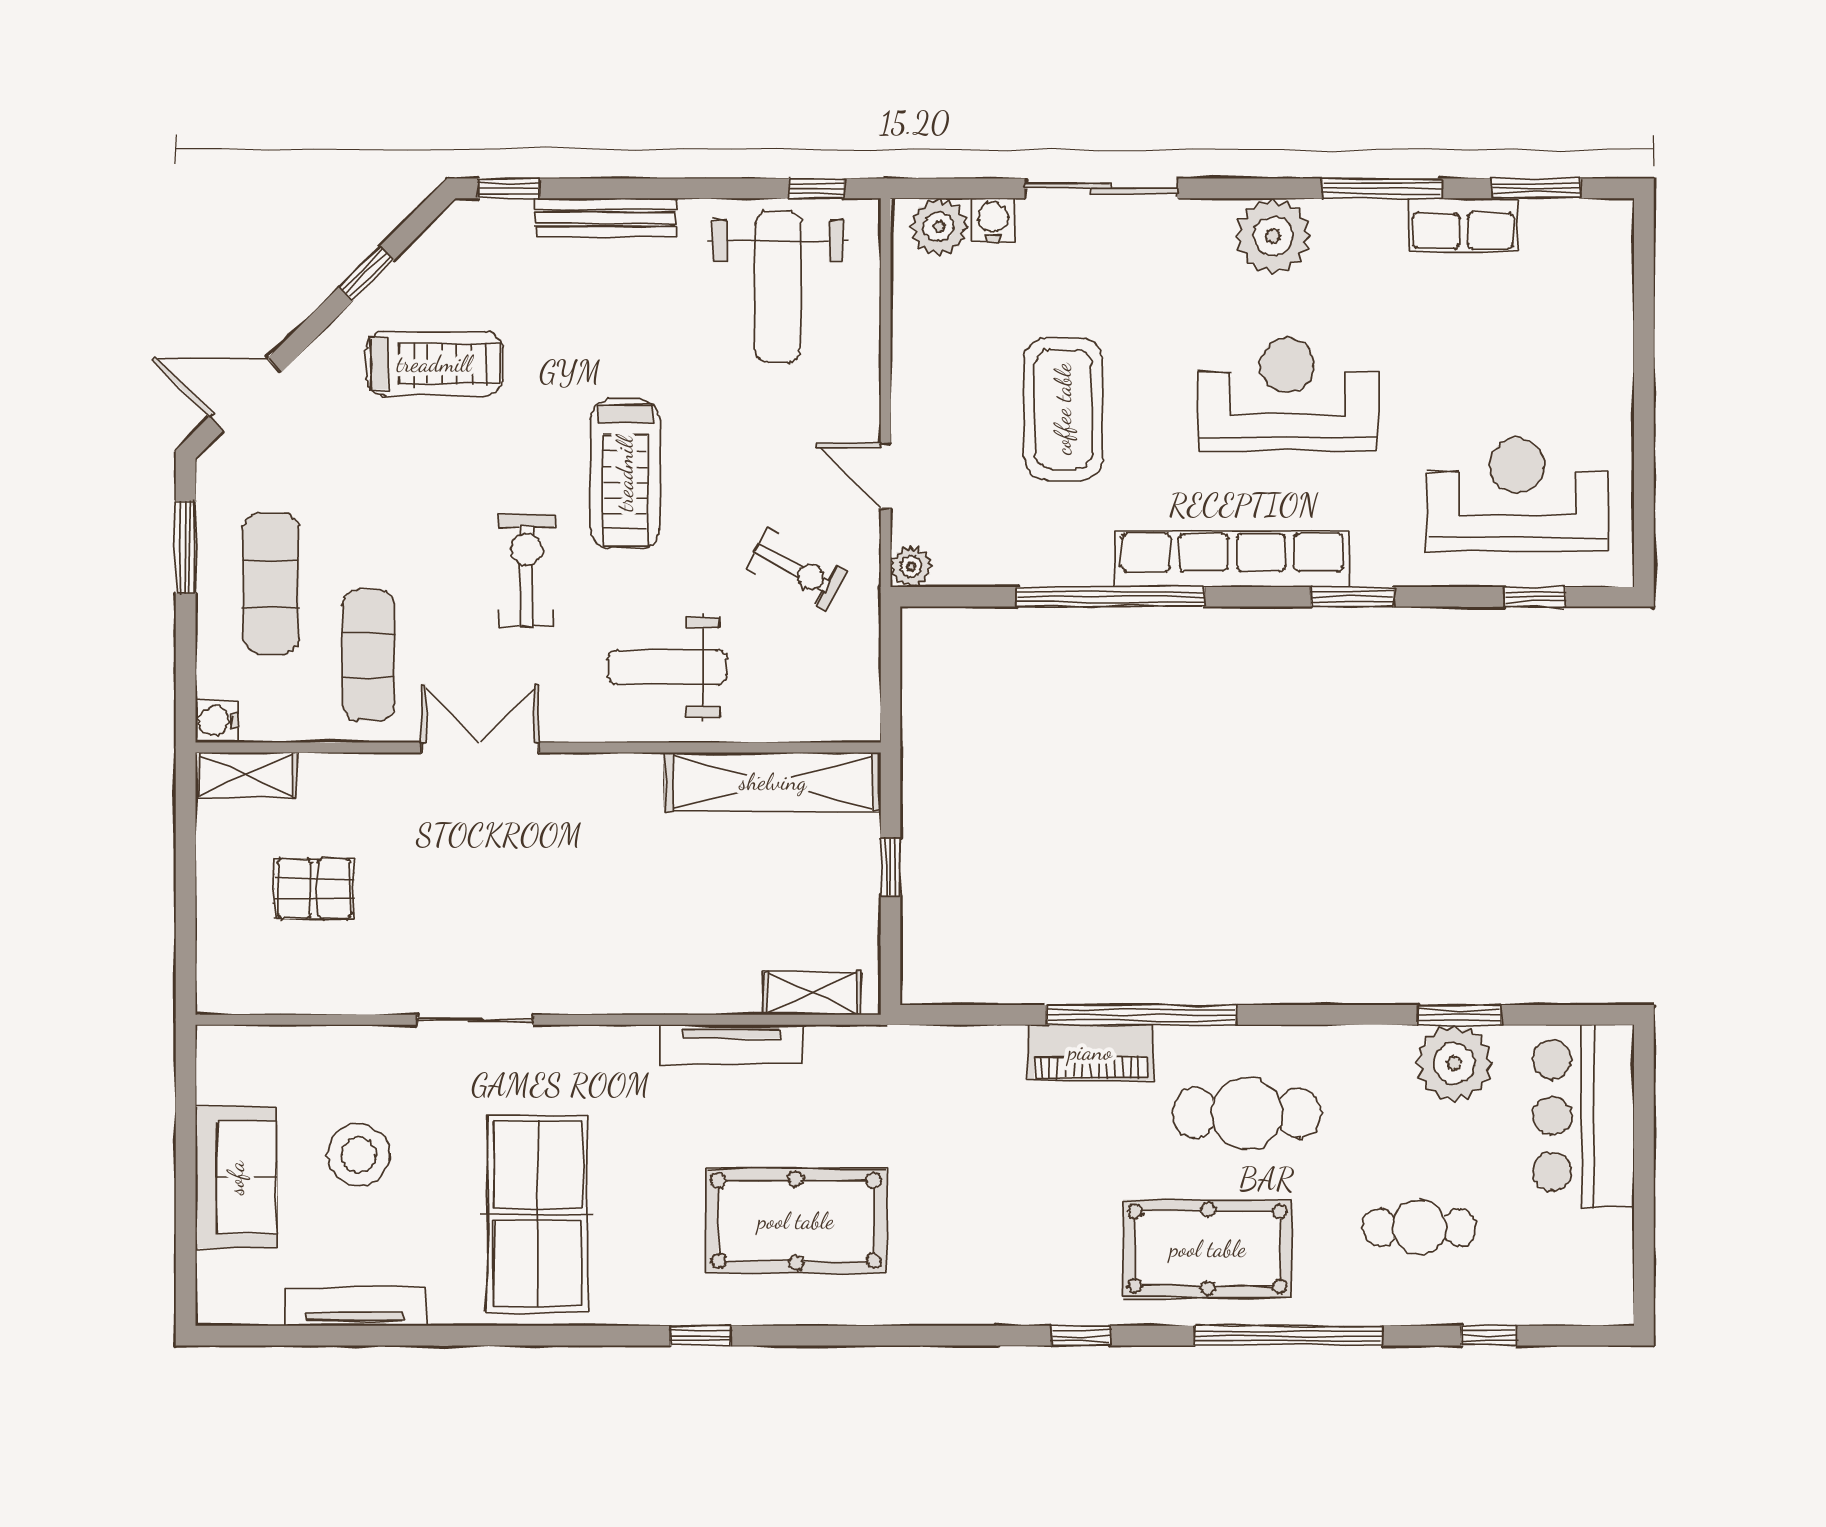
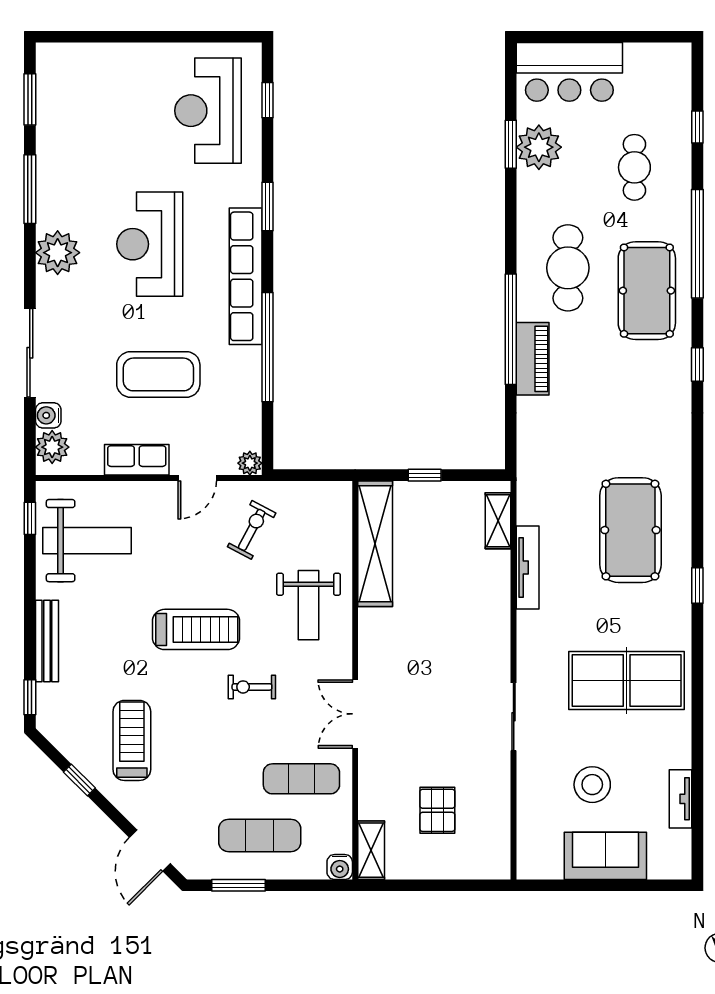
row of seats: (1463, 225) -> (137, 460), moved, turned -90
exercise bike: (526, 570) -> (252, 687), width x0.73, depth x0.72
tv unit: (355, 1307) -> (680, 799), width x0.71

